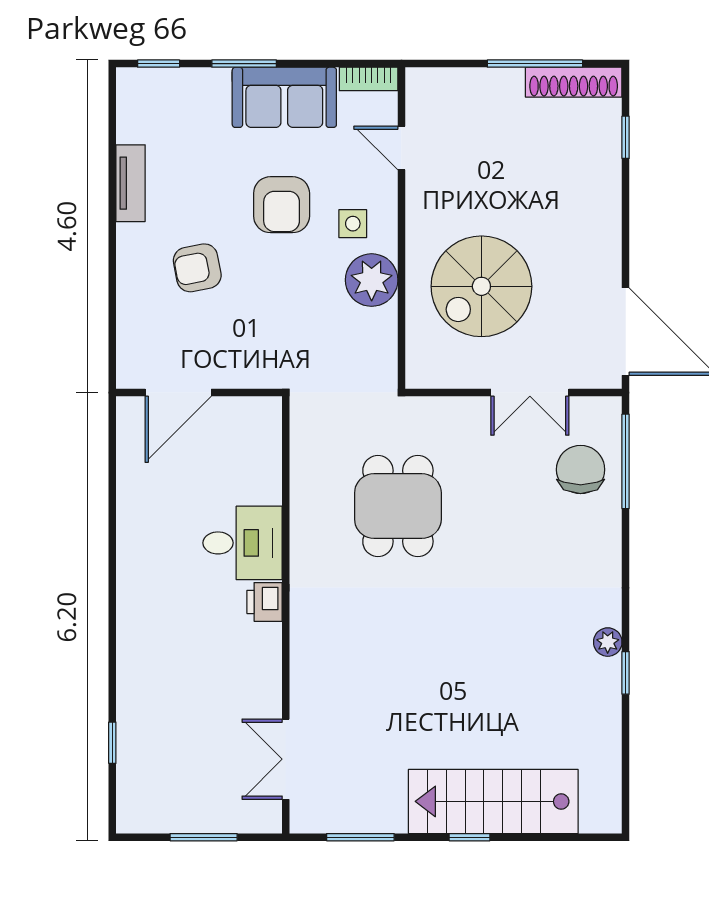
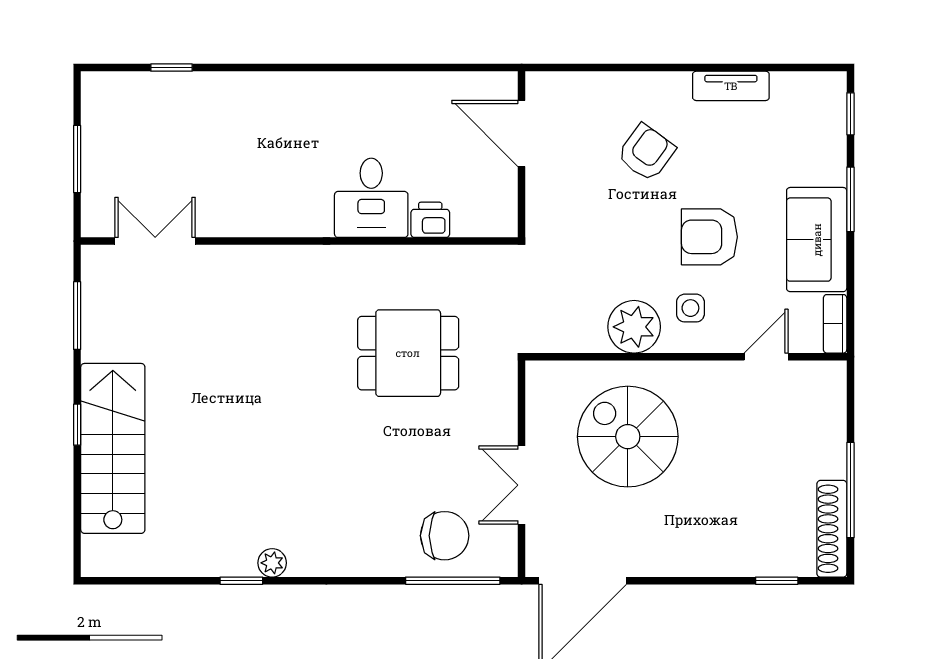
armchair: (197, 268) -> (646, 152), turned 47
printer: (265, 602) -> (430, 220), moved

